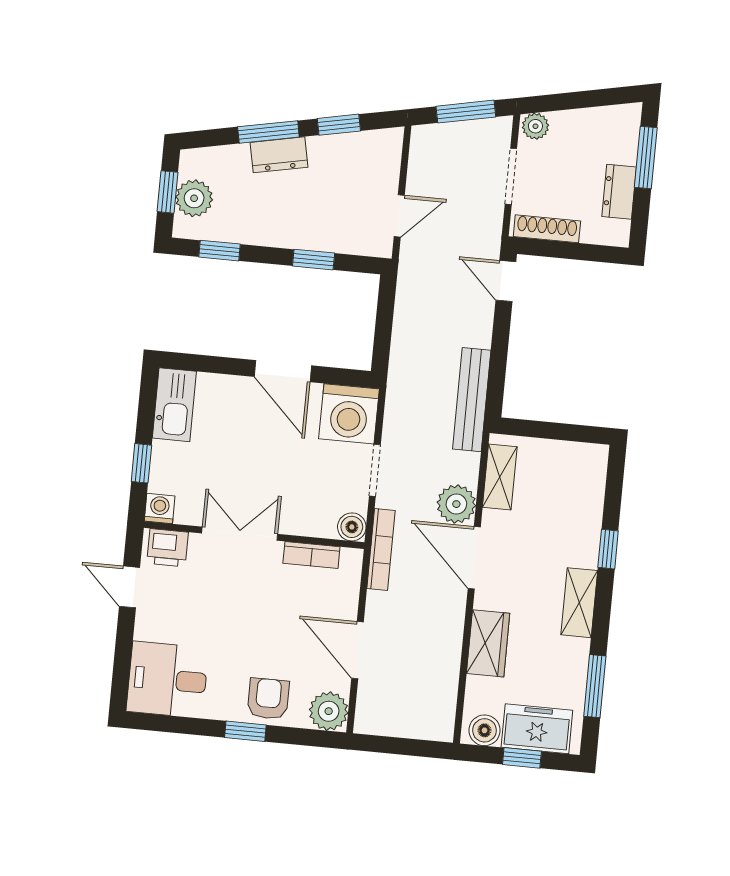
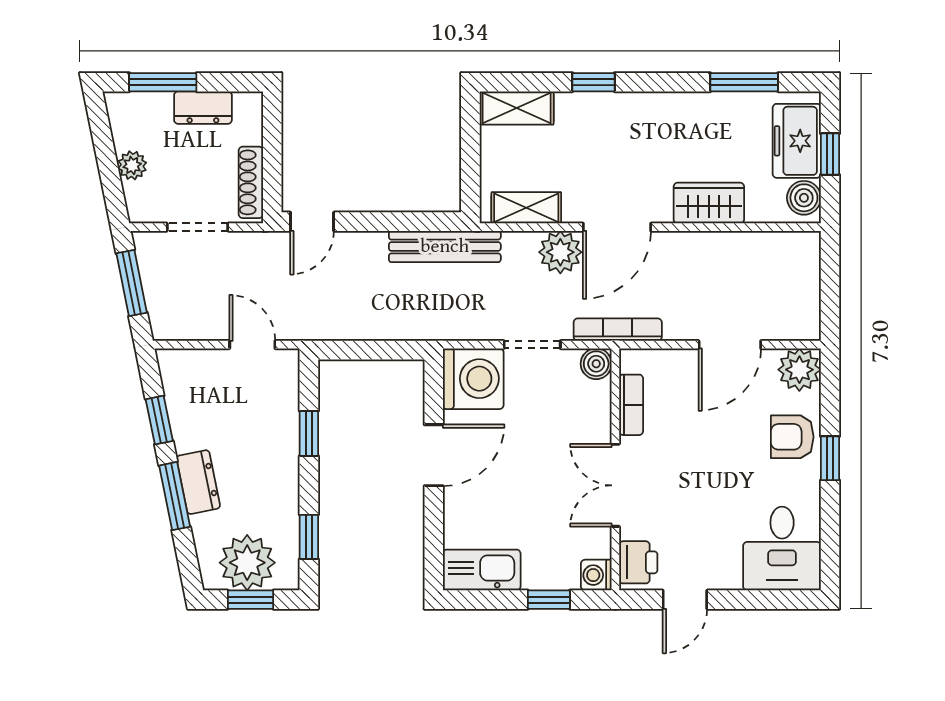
plant: (535, 126) -> (132, 165), moved
plant: (194, 198) -> (247, 563), width x1.36, depth x1.36
shelving: (579, 603) -> (517, 108), moved

